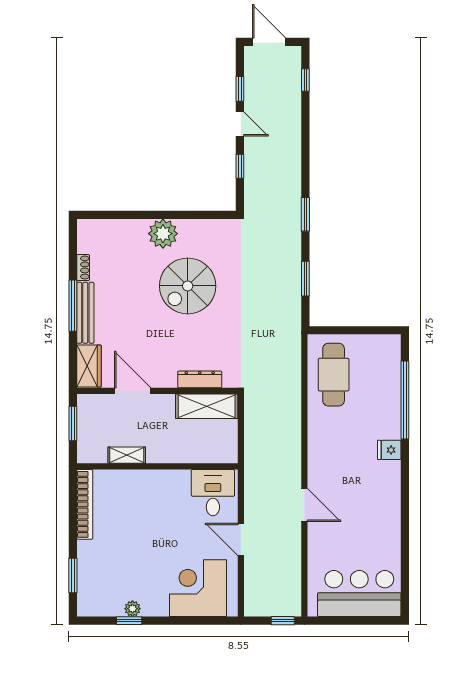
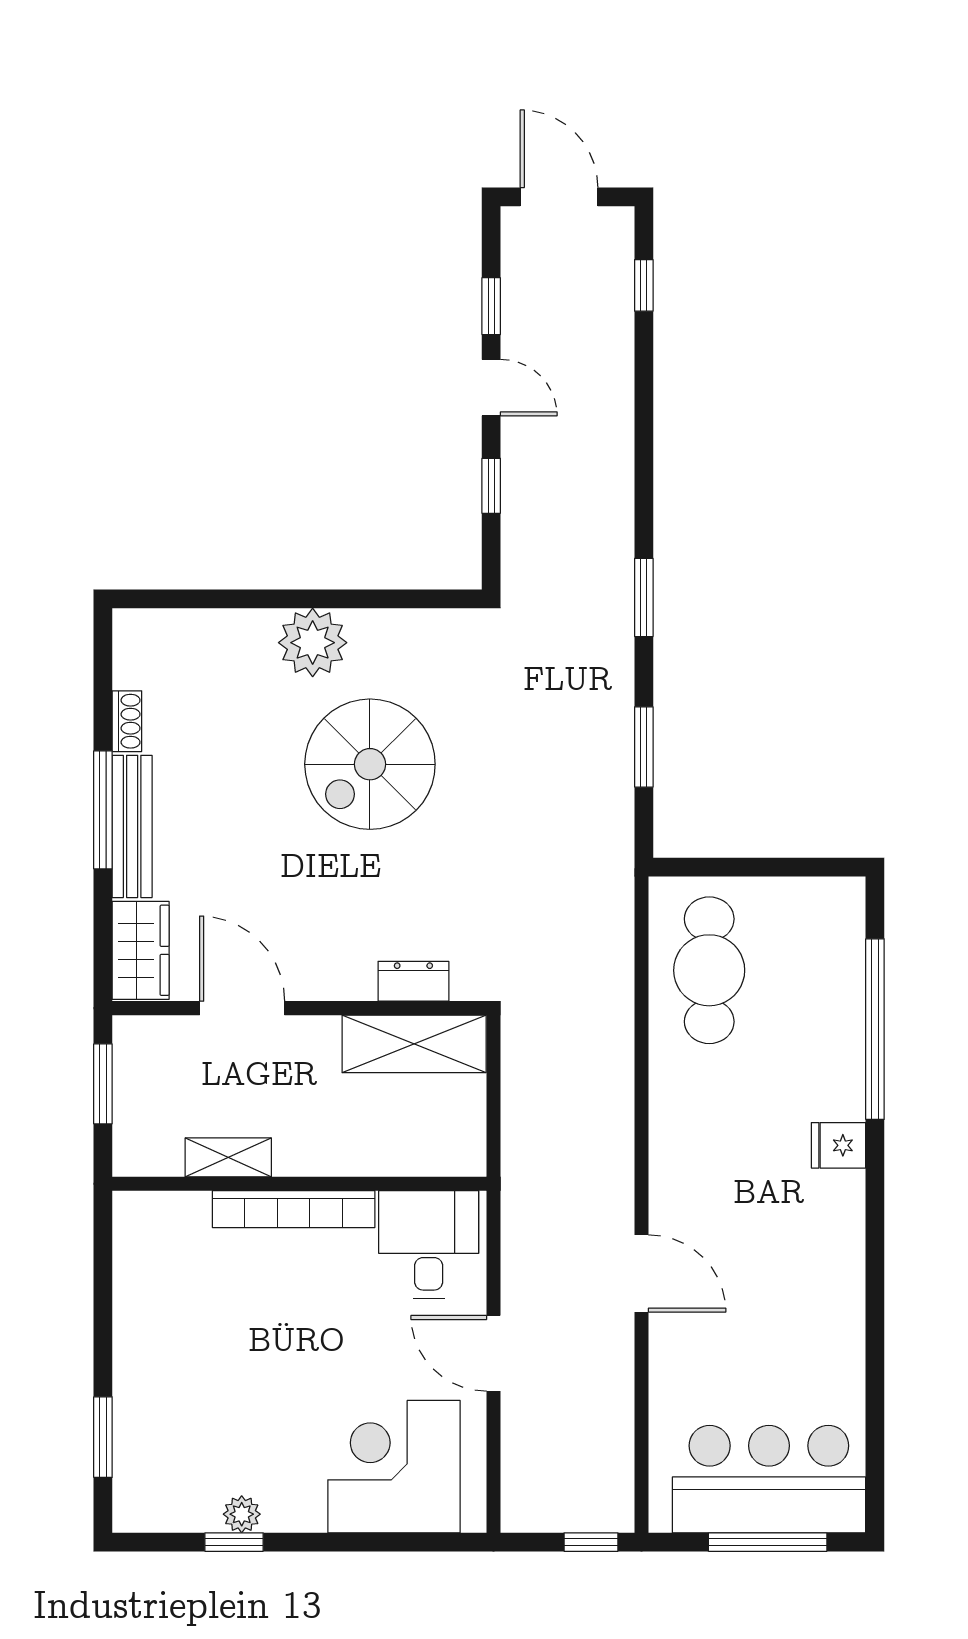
dresser: (200, 379) -> (413, 981), width x0.70
bookcase: (85, 504) -> (294, 1209), moved, turned 90
window: (359, 621) -> (768, 1542), added

